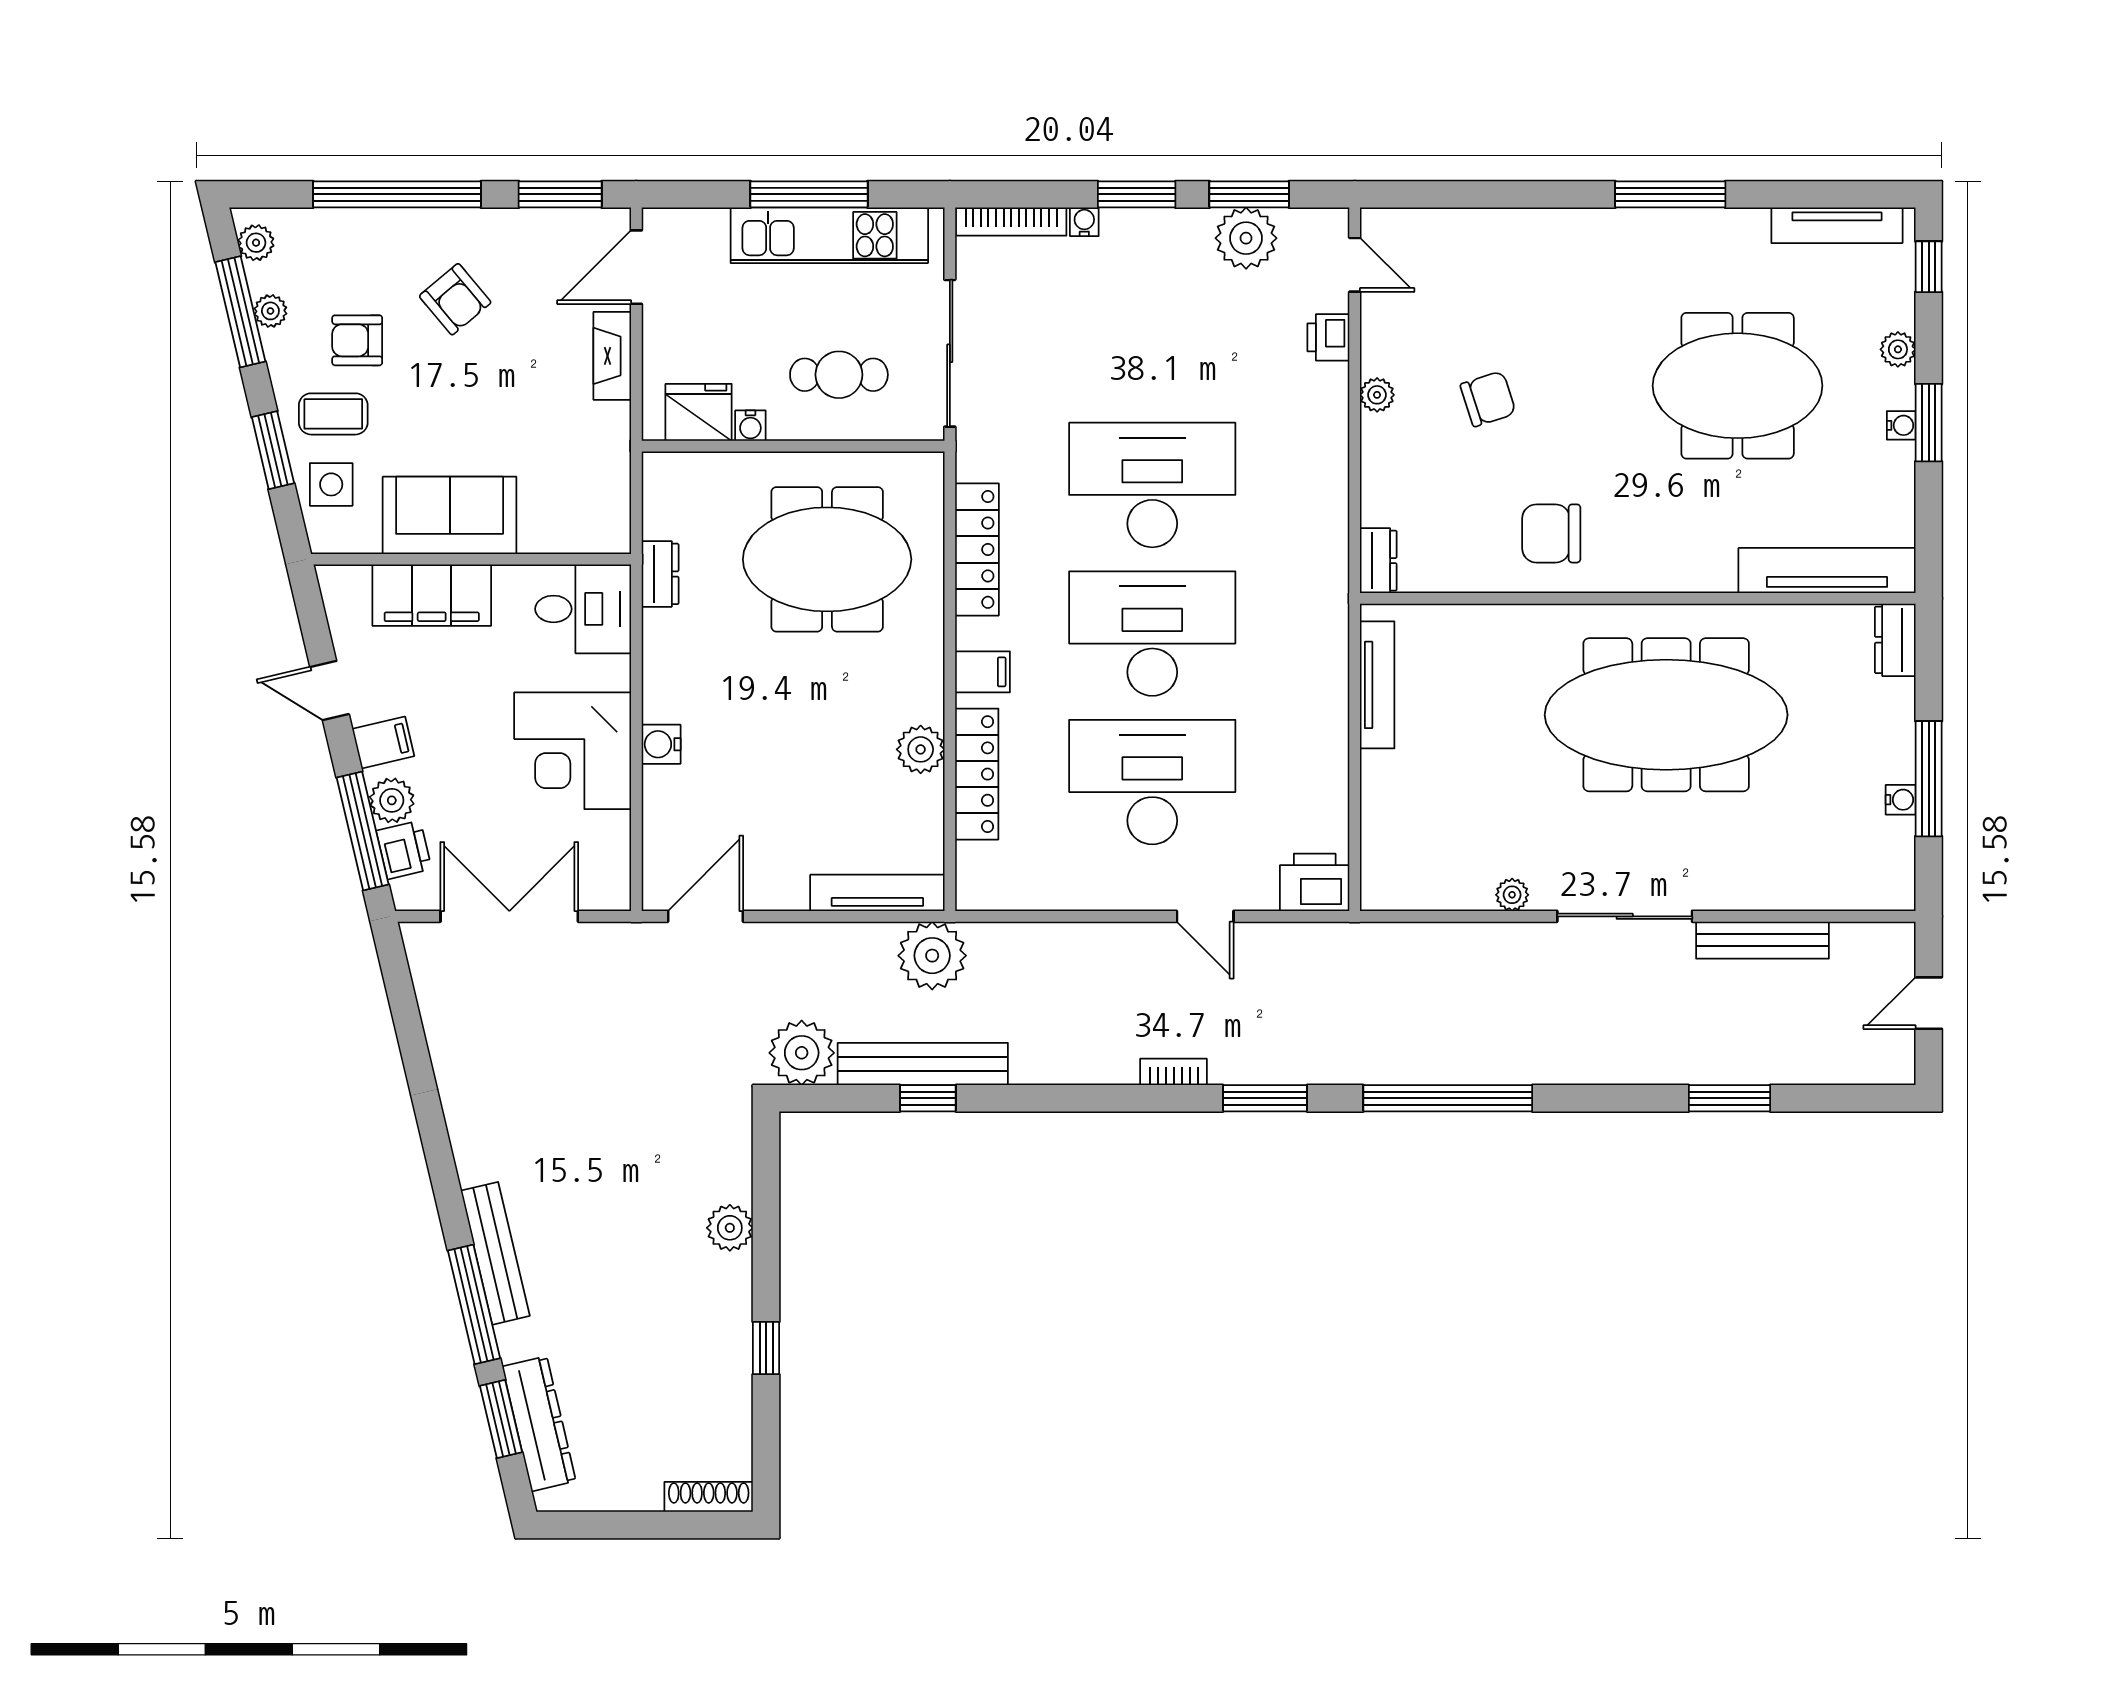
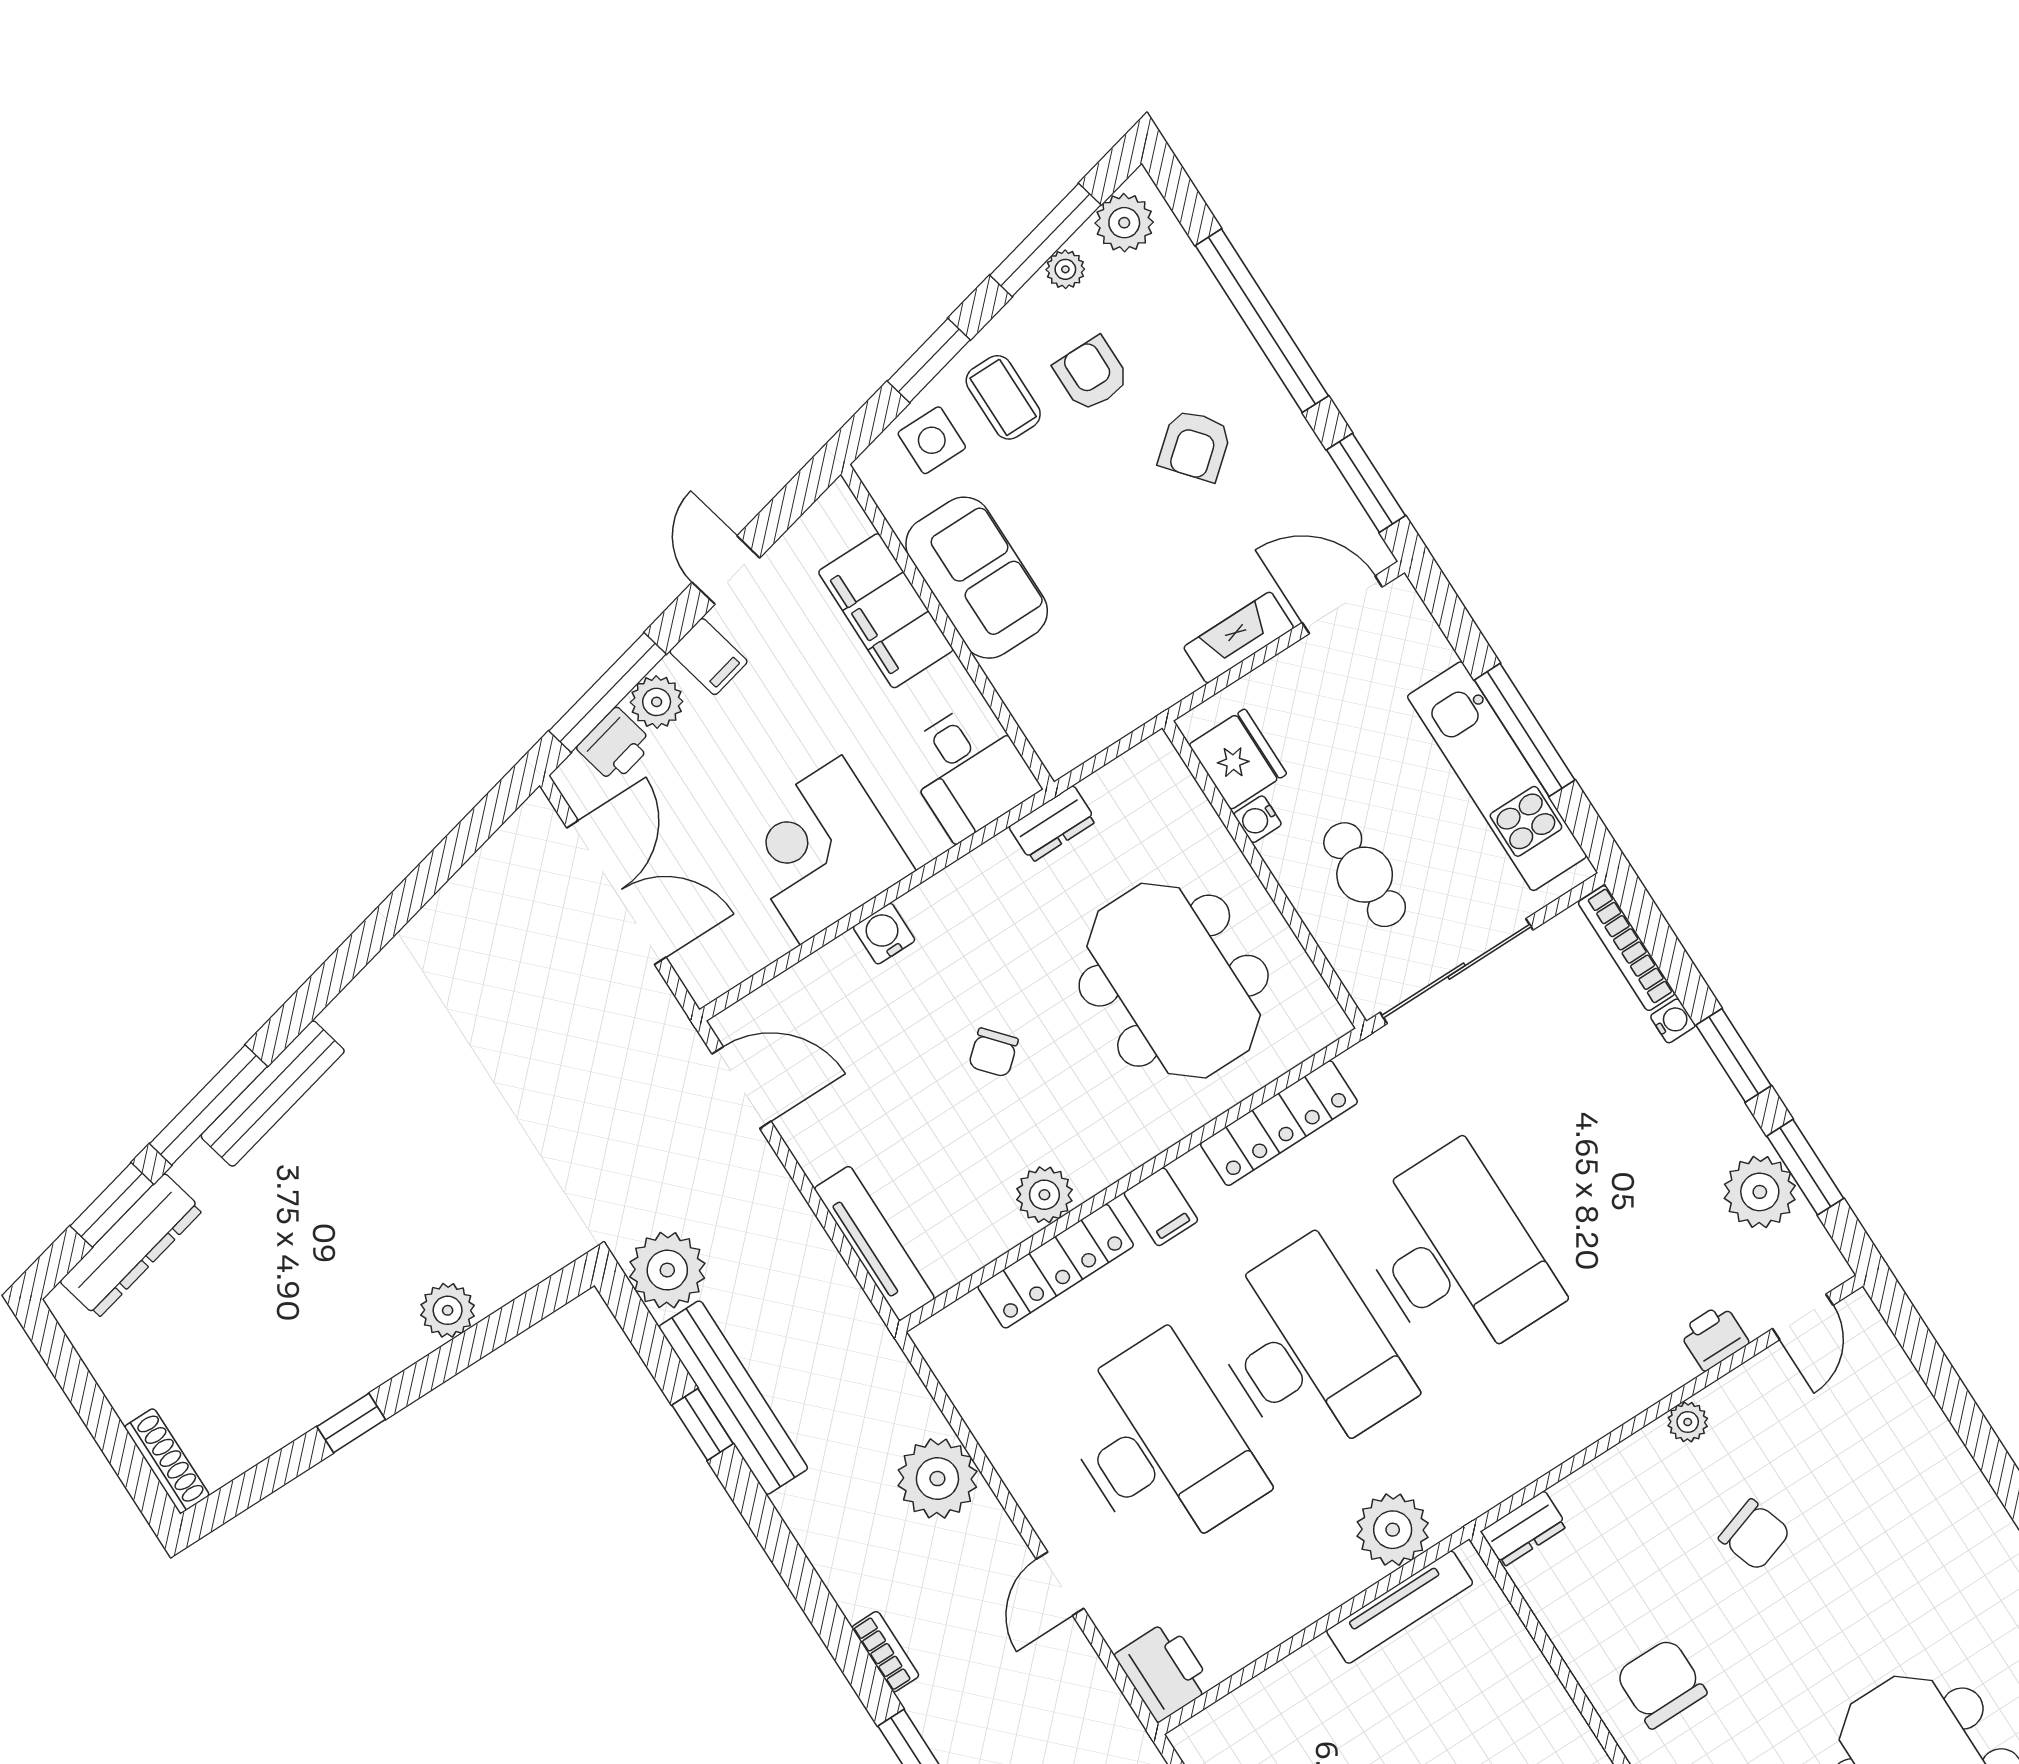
plant: (256, 243) -> (1124, 223), width x1.38, depth x1.38
plant: (1319, 654) -> (1393, 1530), added
chair: (796, 721) -> (993, 1053), added
plant: (932, 956) -> (937, 1479), moved

